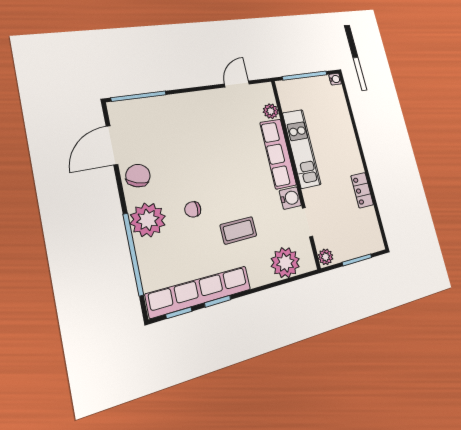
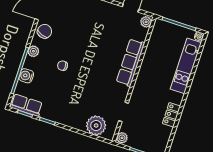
plant: (271, 111) -> (146, 22), moved
kitchen unit: (302, 149) -> (186, 66), moved, turned 180
water cooler: (290, 198) -> (26, 76), moved, turned 180
plant: (148, 220) -> (33, 51), width x0.53, depth x0.53
coffee table: (238, 230) -> (80, 92), removed
row of seats: (199, 292) -> (26, 105), width x0.50

